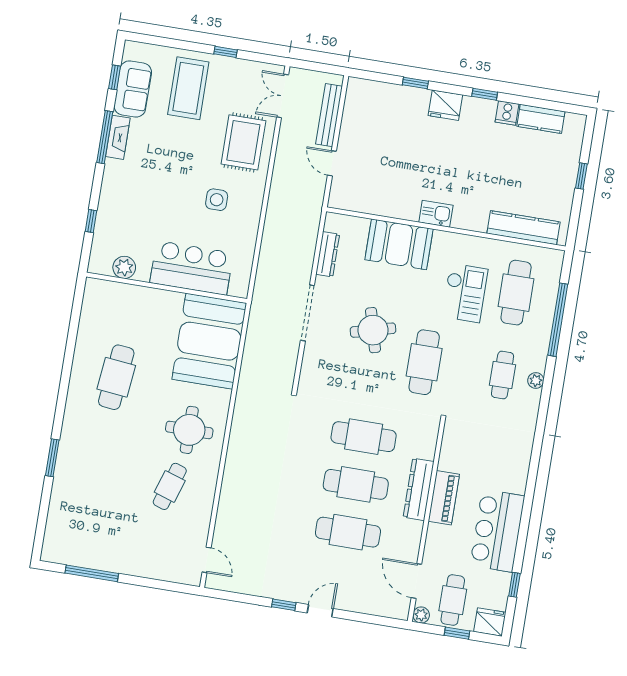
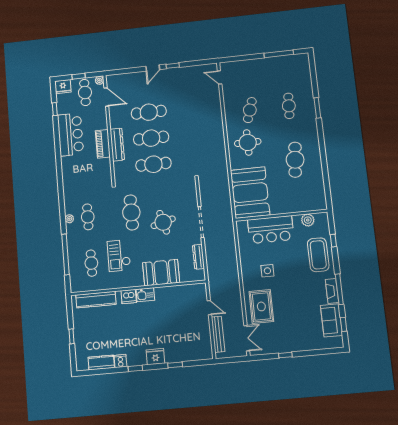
coffee table: (188, 88) -> (318, 255), moved
dishwasher: (465, 218) -> (129, 297), added
cafe table: (516, 293) -> (91, 263), width x0.73, depth x0.74
cafe table: (100, 475) -> (289, 106), added

